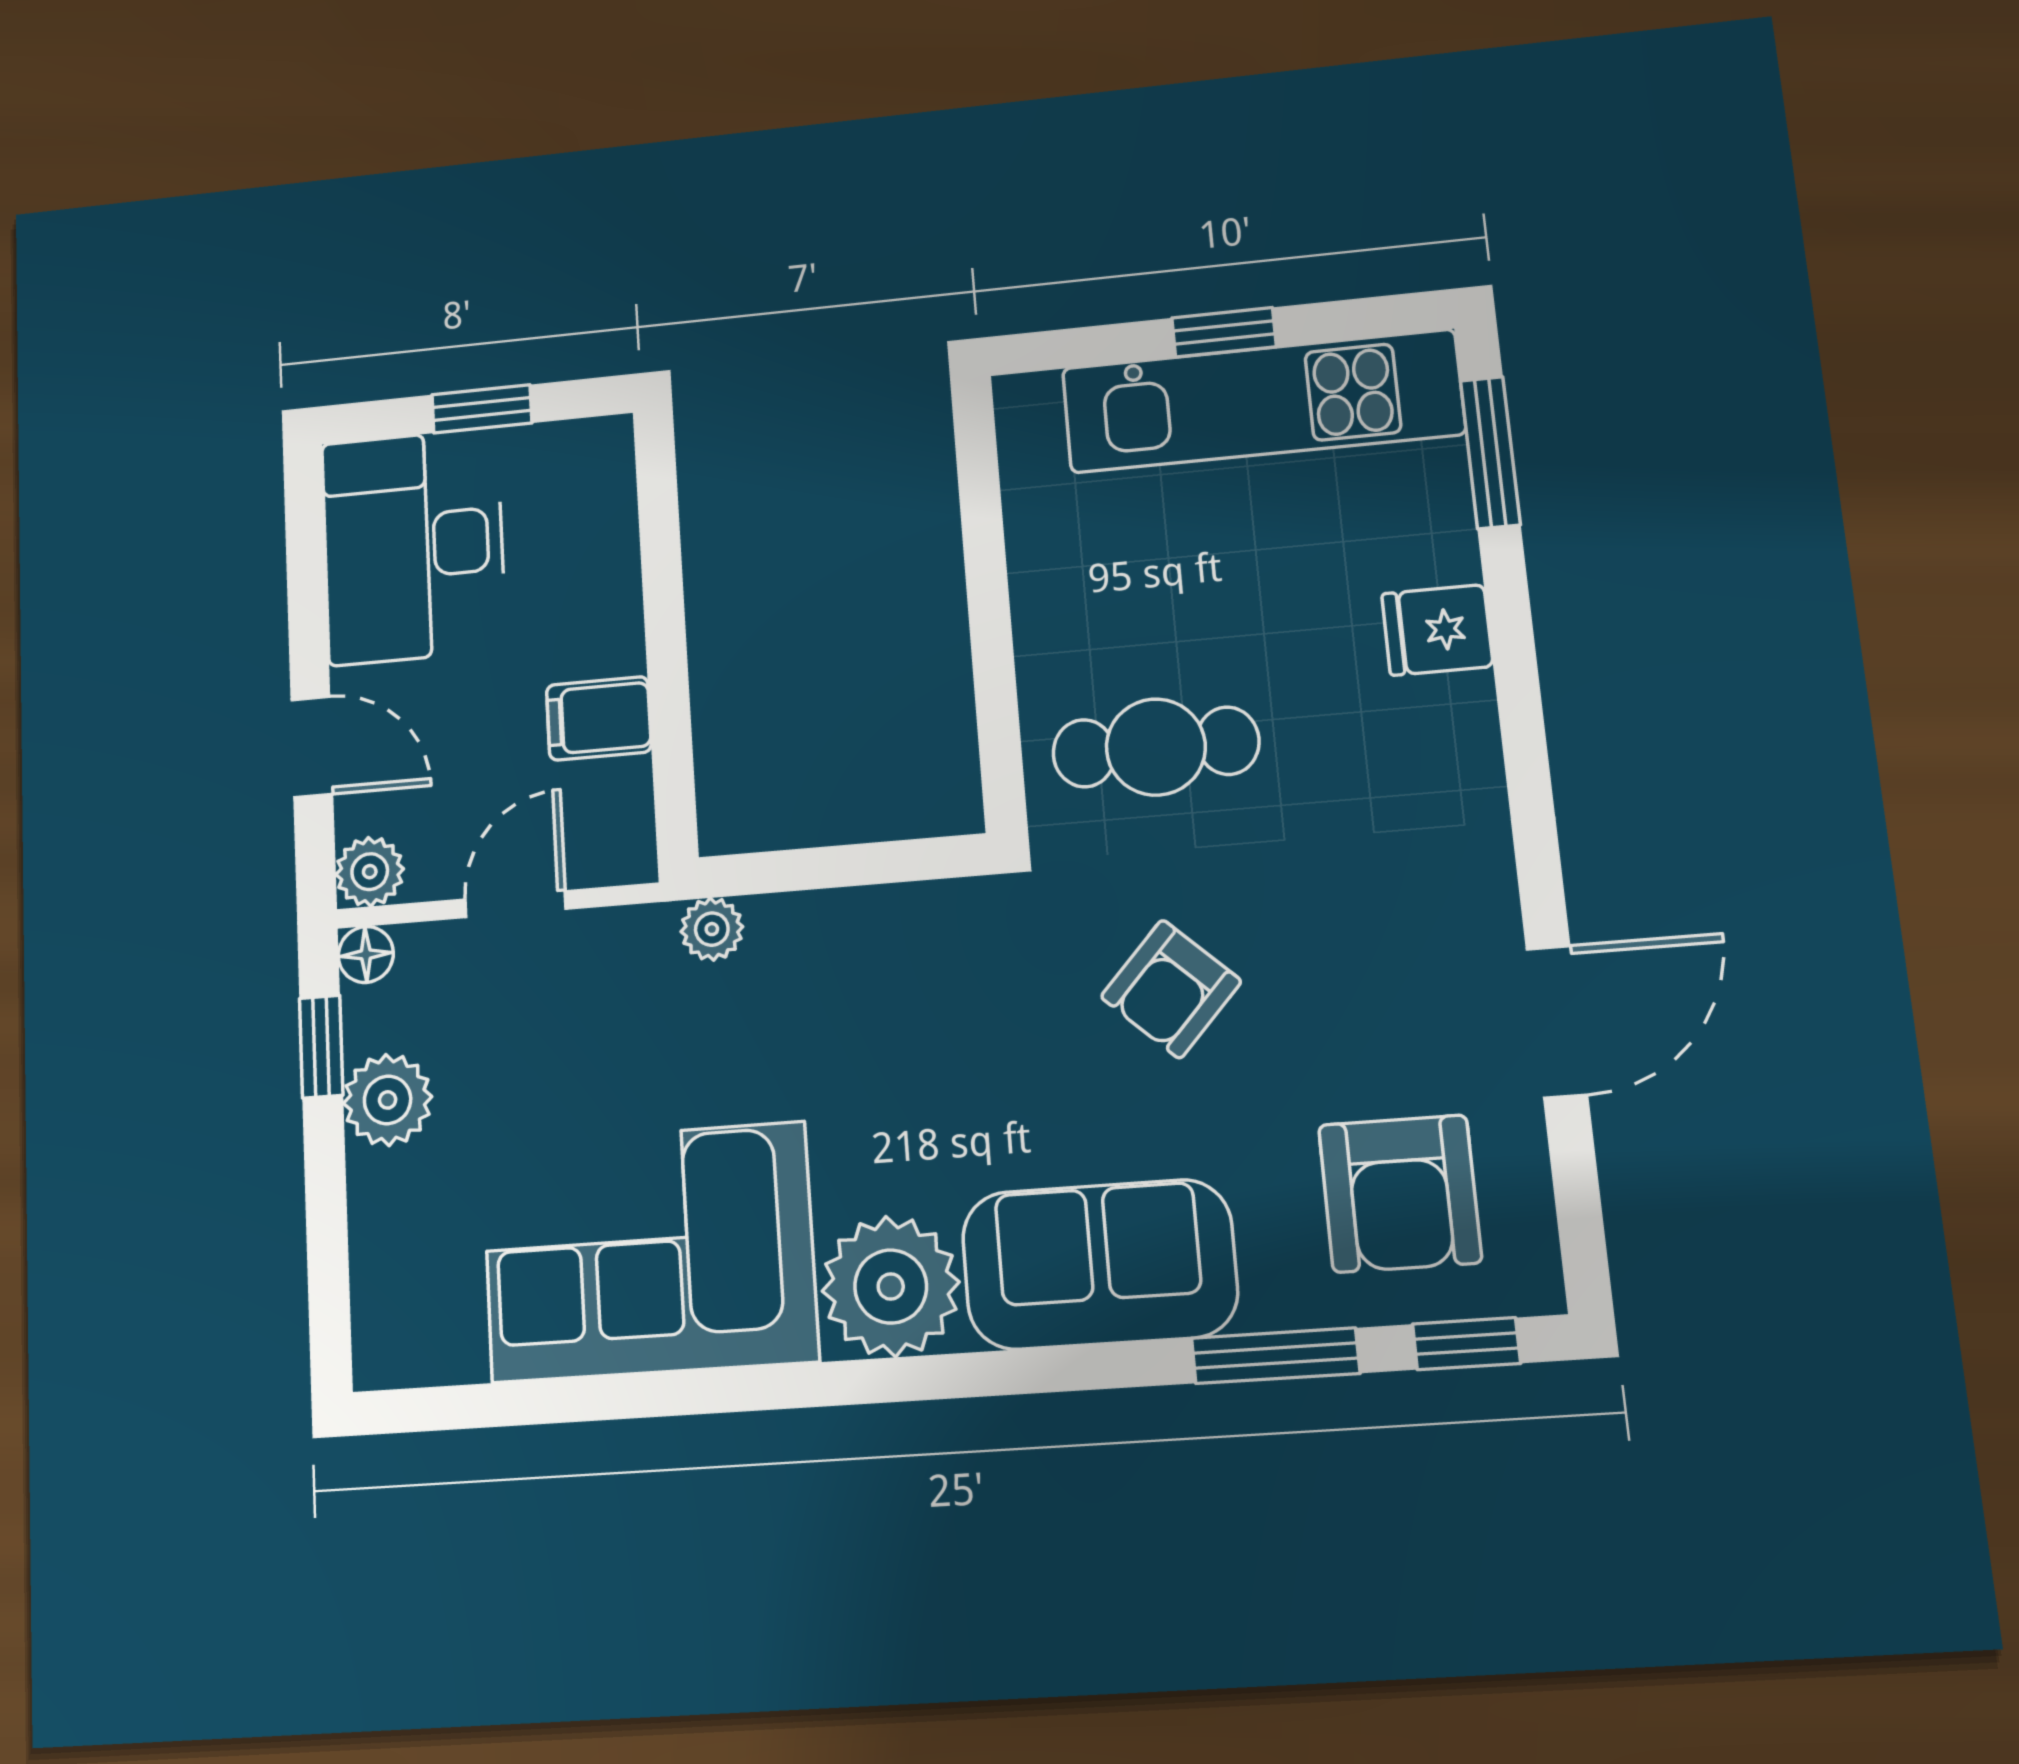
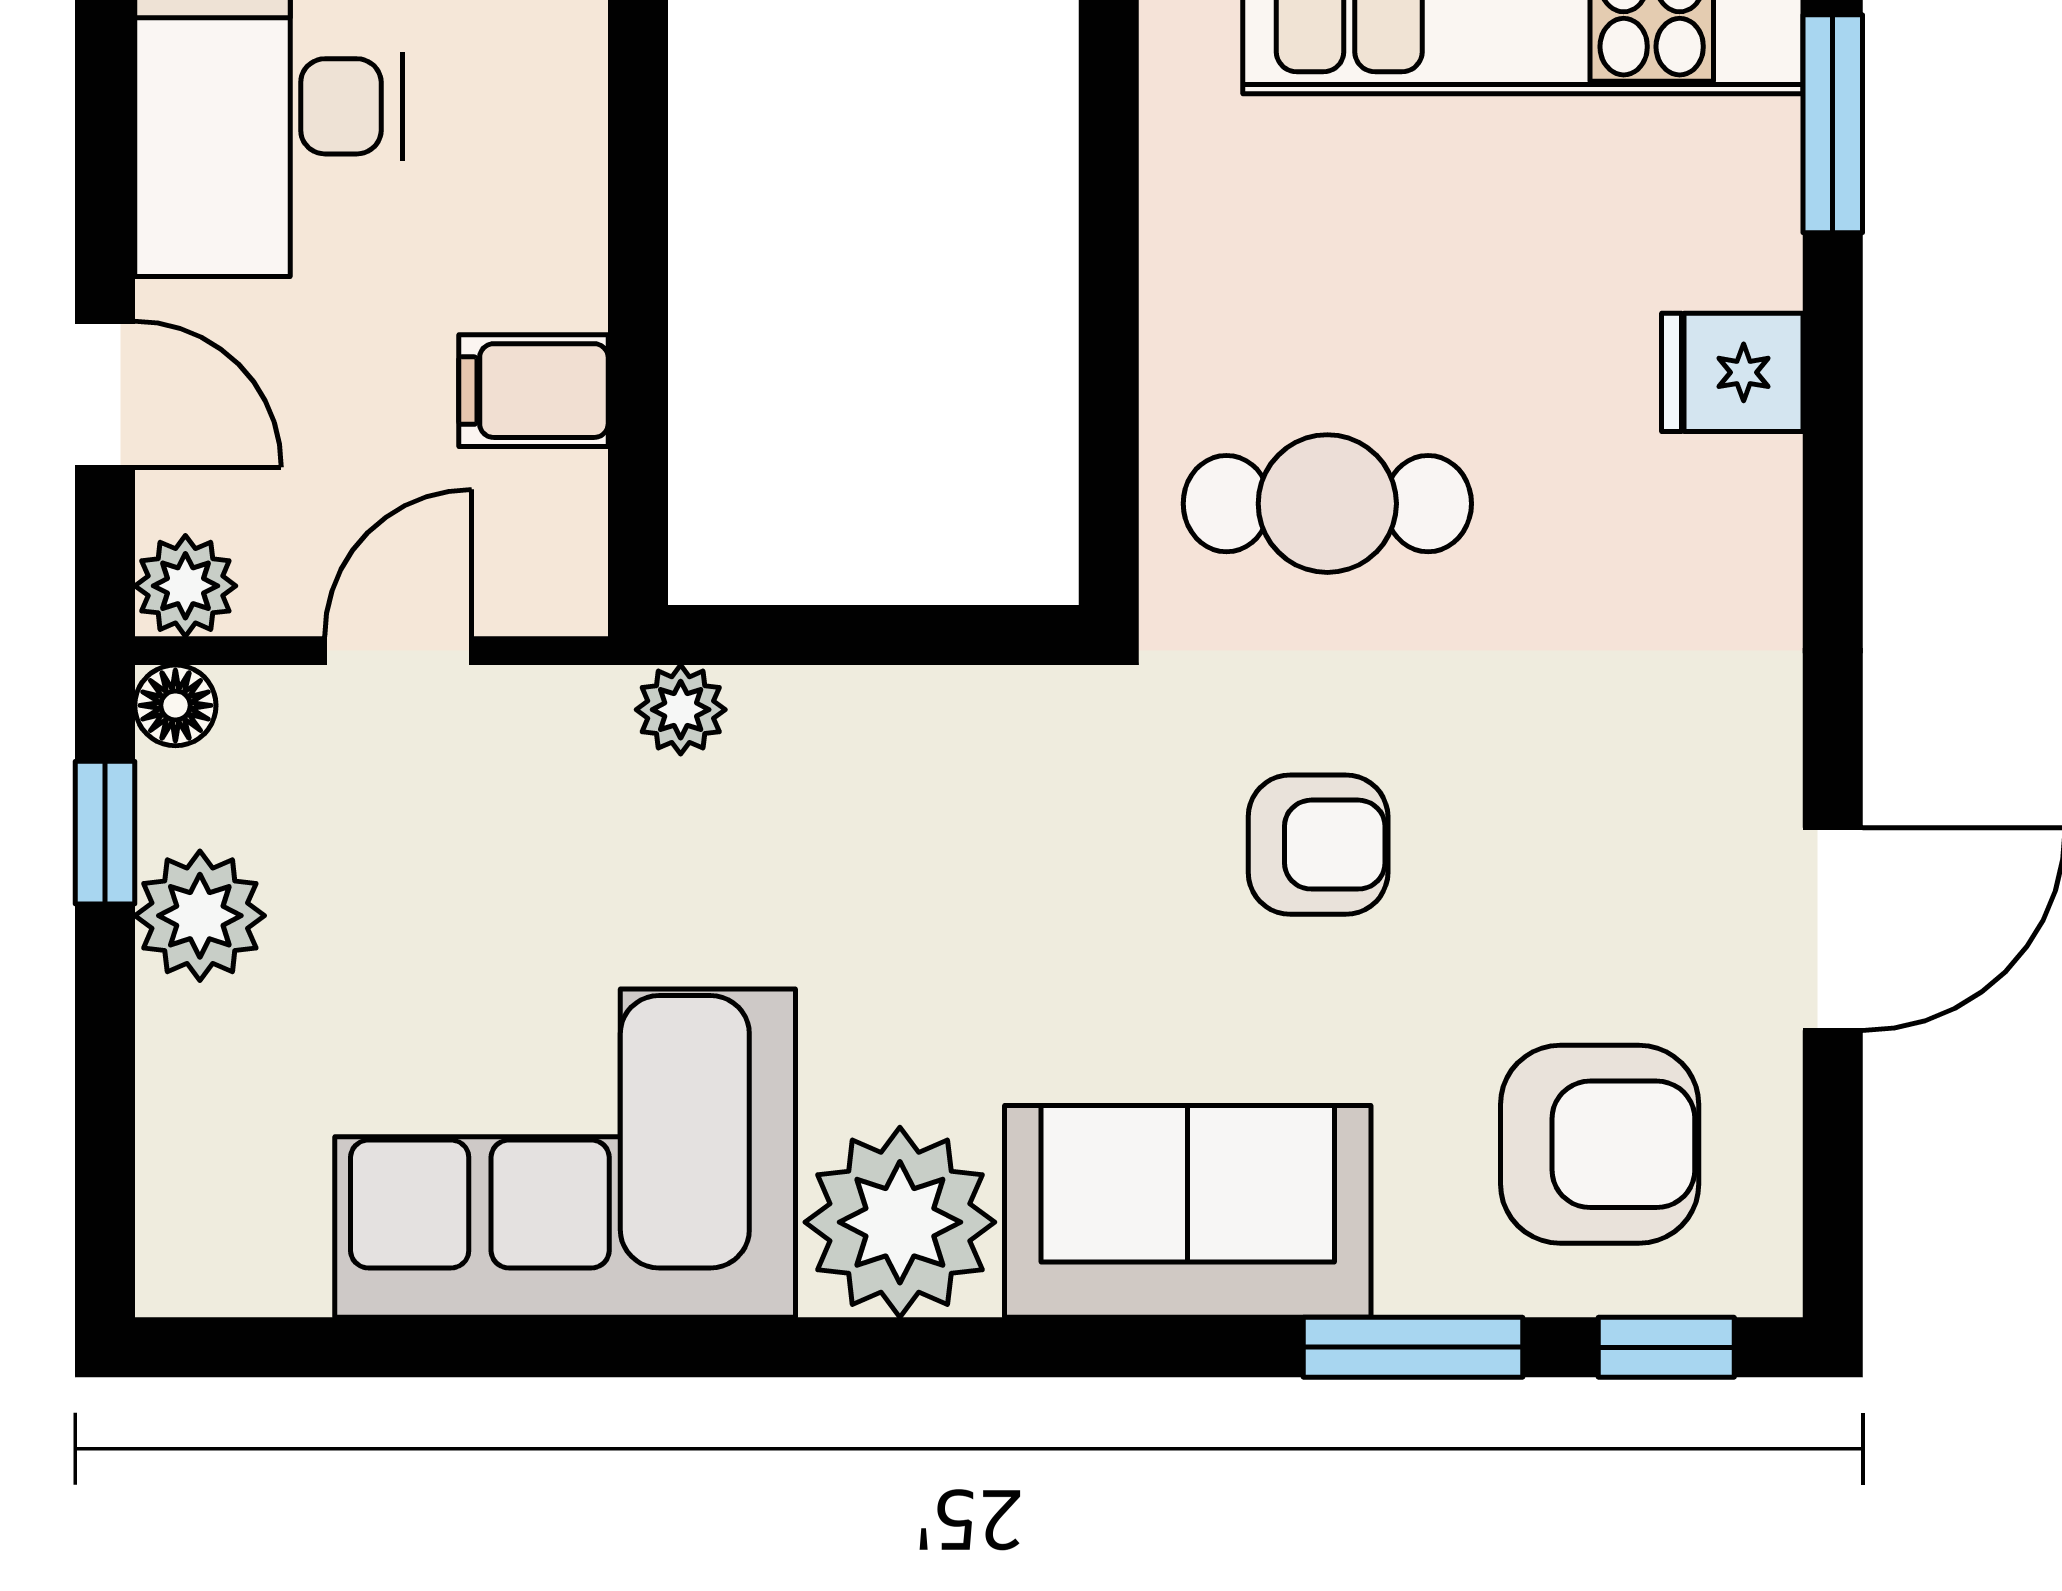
armchair: (1171, 989) -> (1318, 845), turned -133
armchair: (1400, 1194) -> (1600, 1144), turned -90

